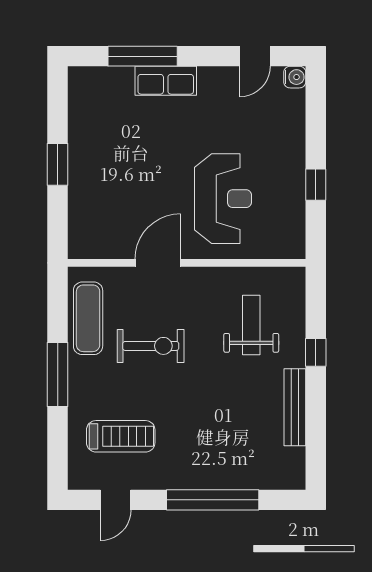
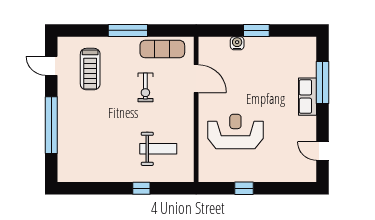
water cooler: (295, 77) -> (237, 43), moved, turned 180
reception desk: (223, 199) -> (235, 132), turned 180
door: (158, 263) -> (196, 79), moved
exercise bike: (151, 346) -> (145, 87), width x0.73, depth x0.72
bench: (295, 407) -> (108, 176), removed

